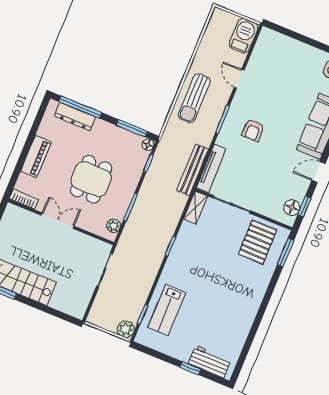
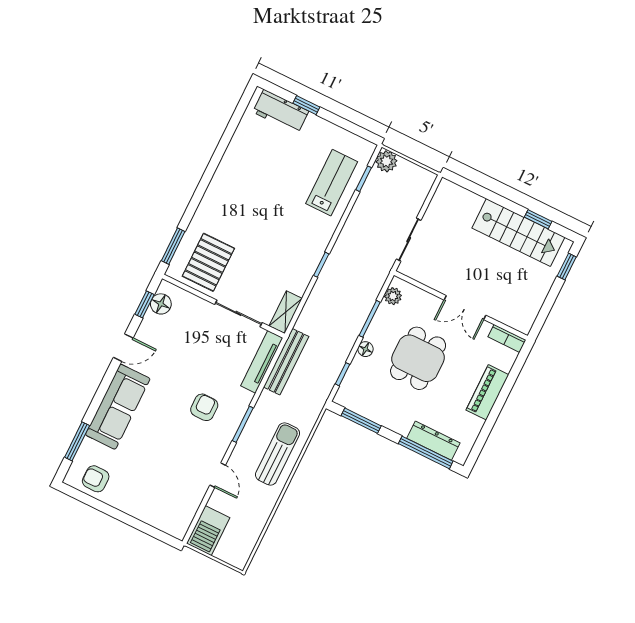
floor lamp: (148, 145) -> (366, 349), moved

